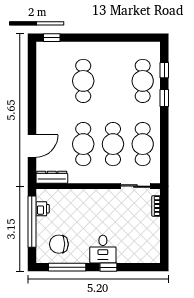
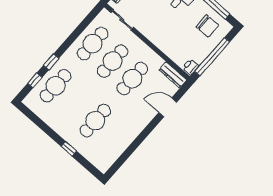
window: (52, 38) -> (69, 149), moved
printer: (43, 209) -> (191, 67), moved

